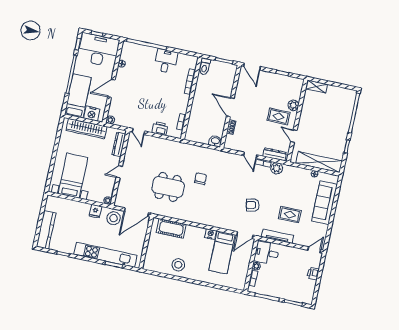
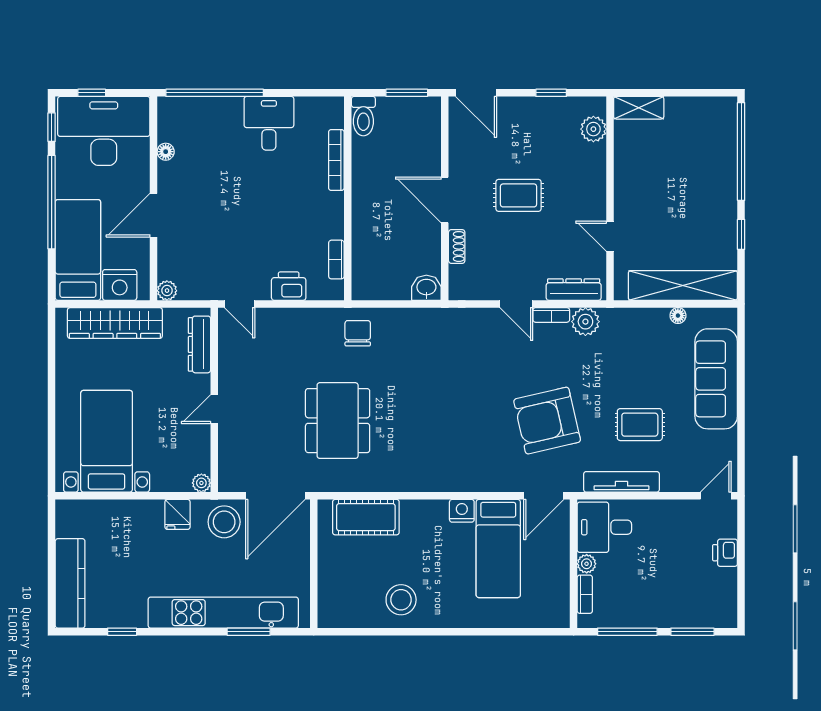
plant: (293, 105) -> (593, 129), moved
rug: (278, 116) -> (519, 195), moved
chair: (201, 179) -> (358, 333), moved
dining table: (168, 187) -> (338, 421), turned 90
armchair: (253, 205) -> (547, 421), width x1.88, depth x1.88

